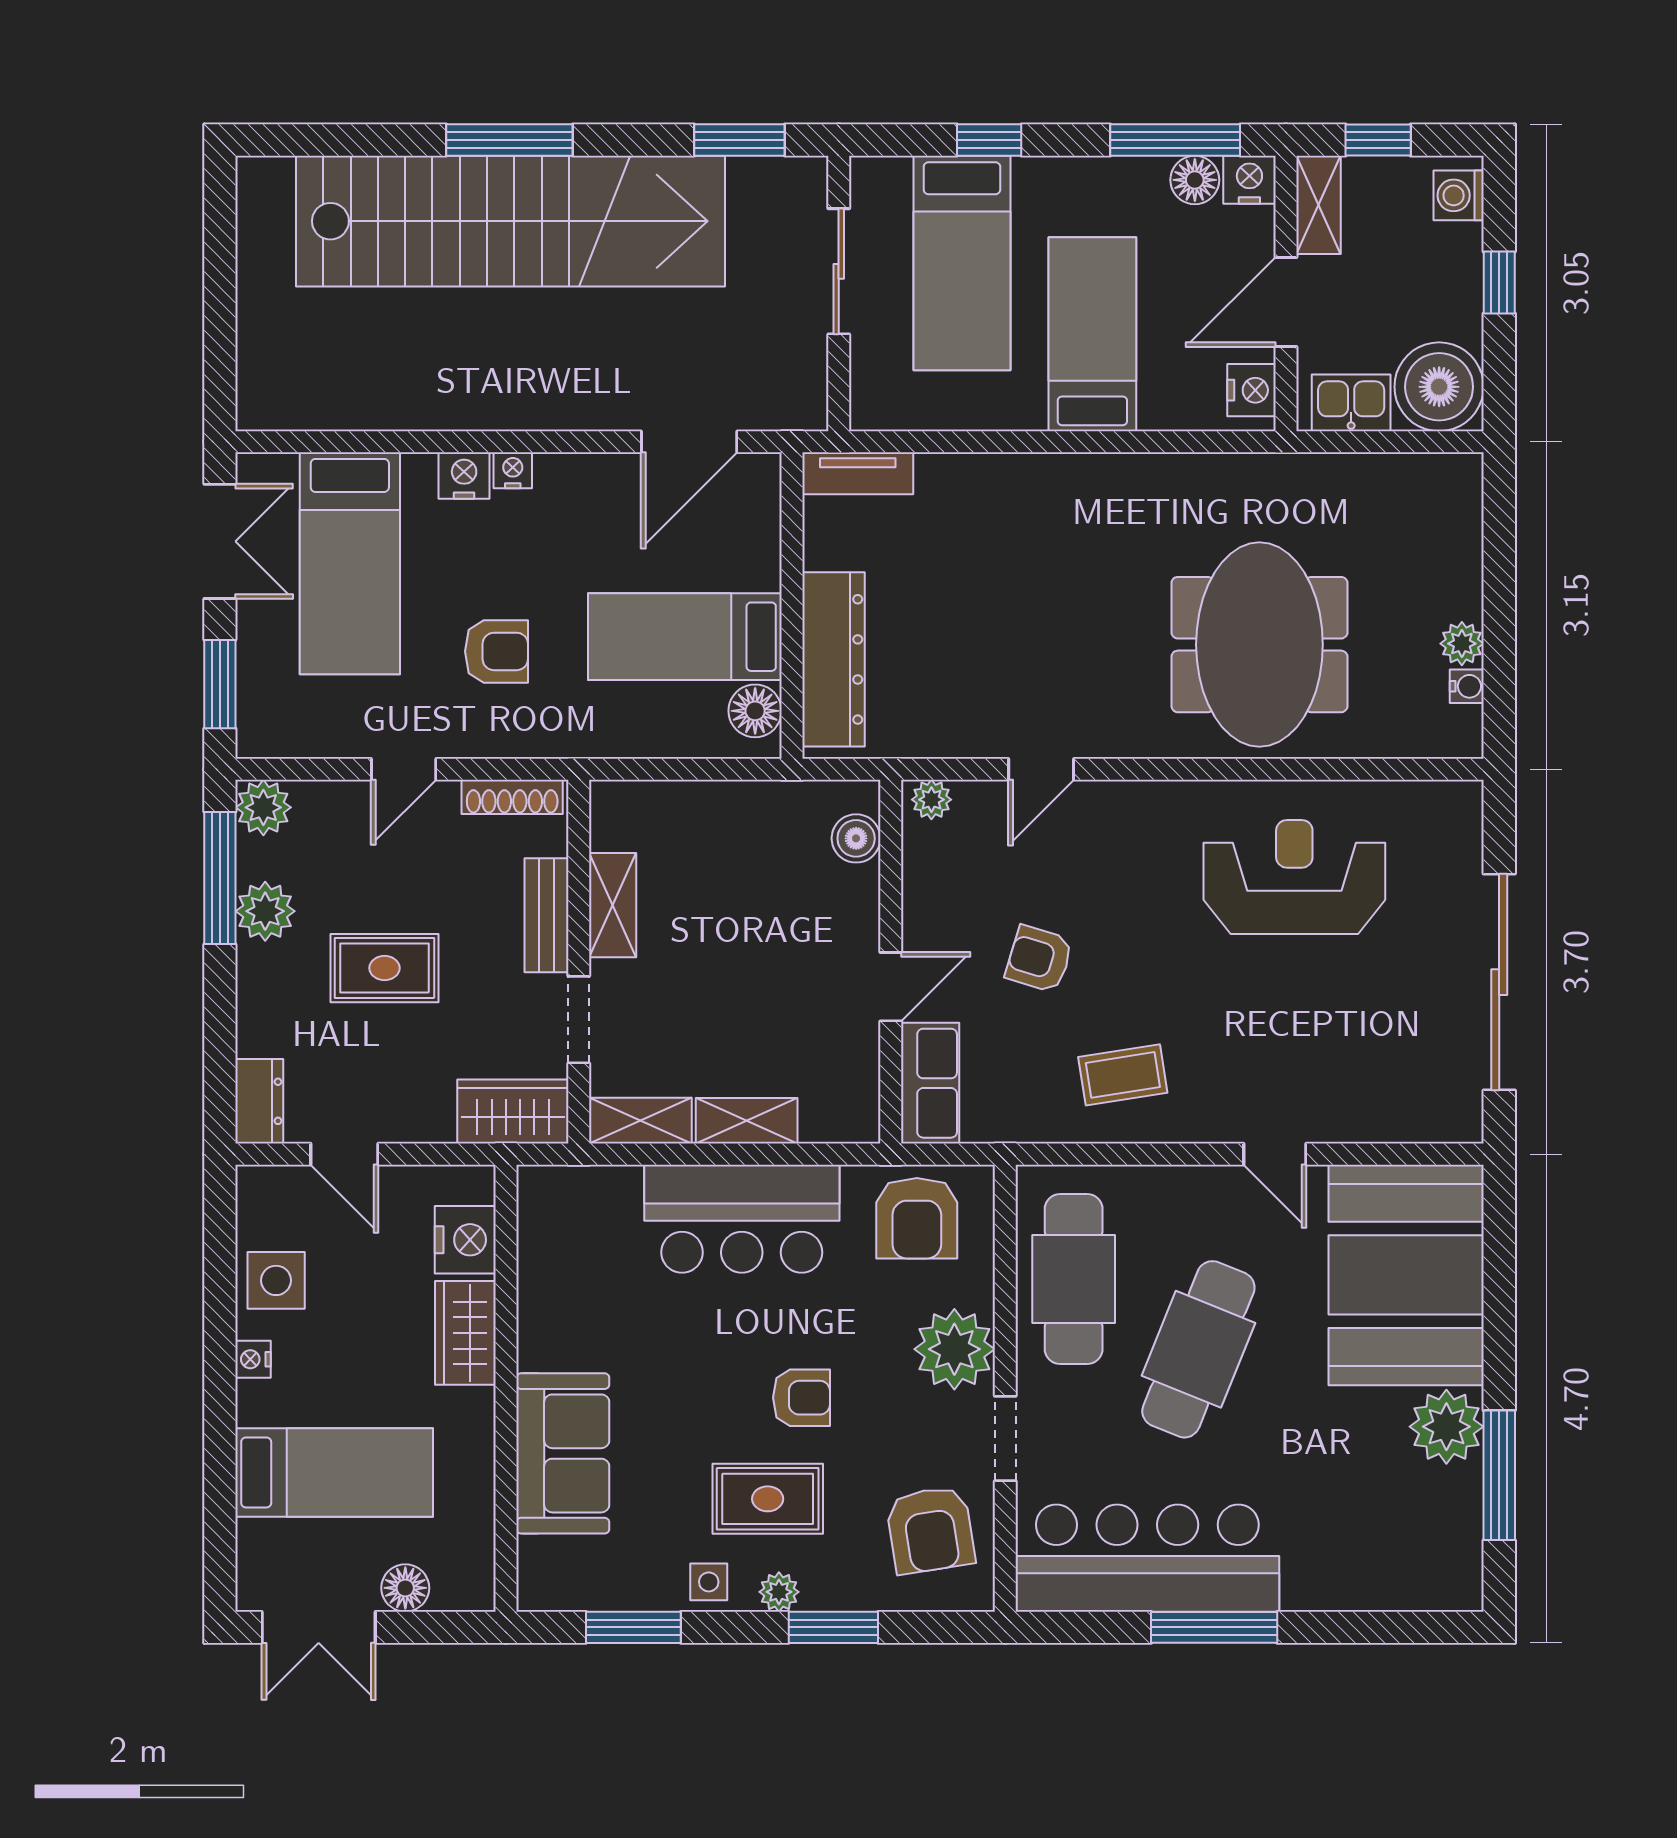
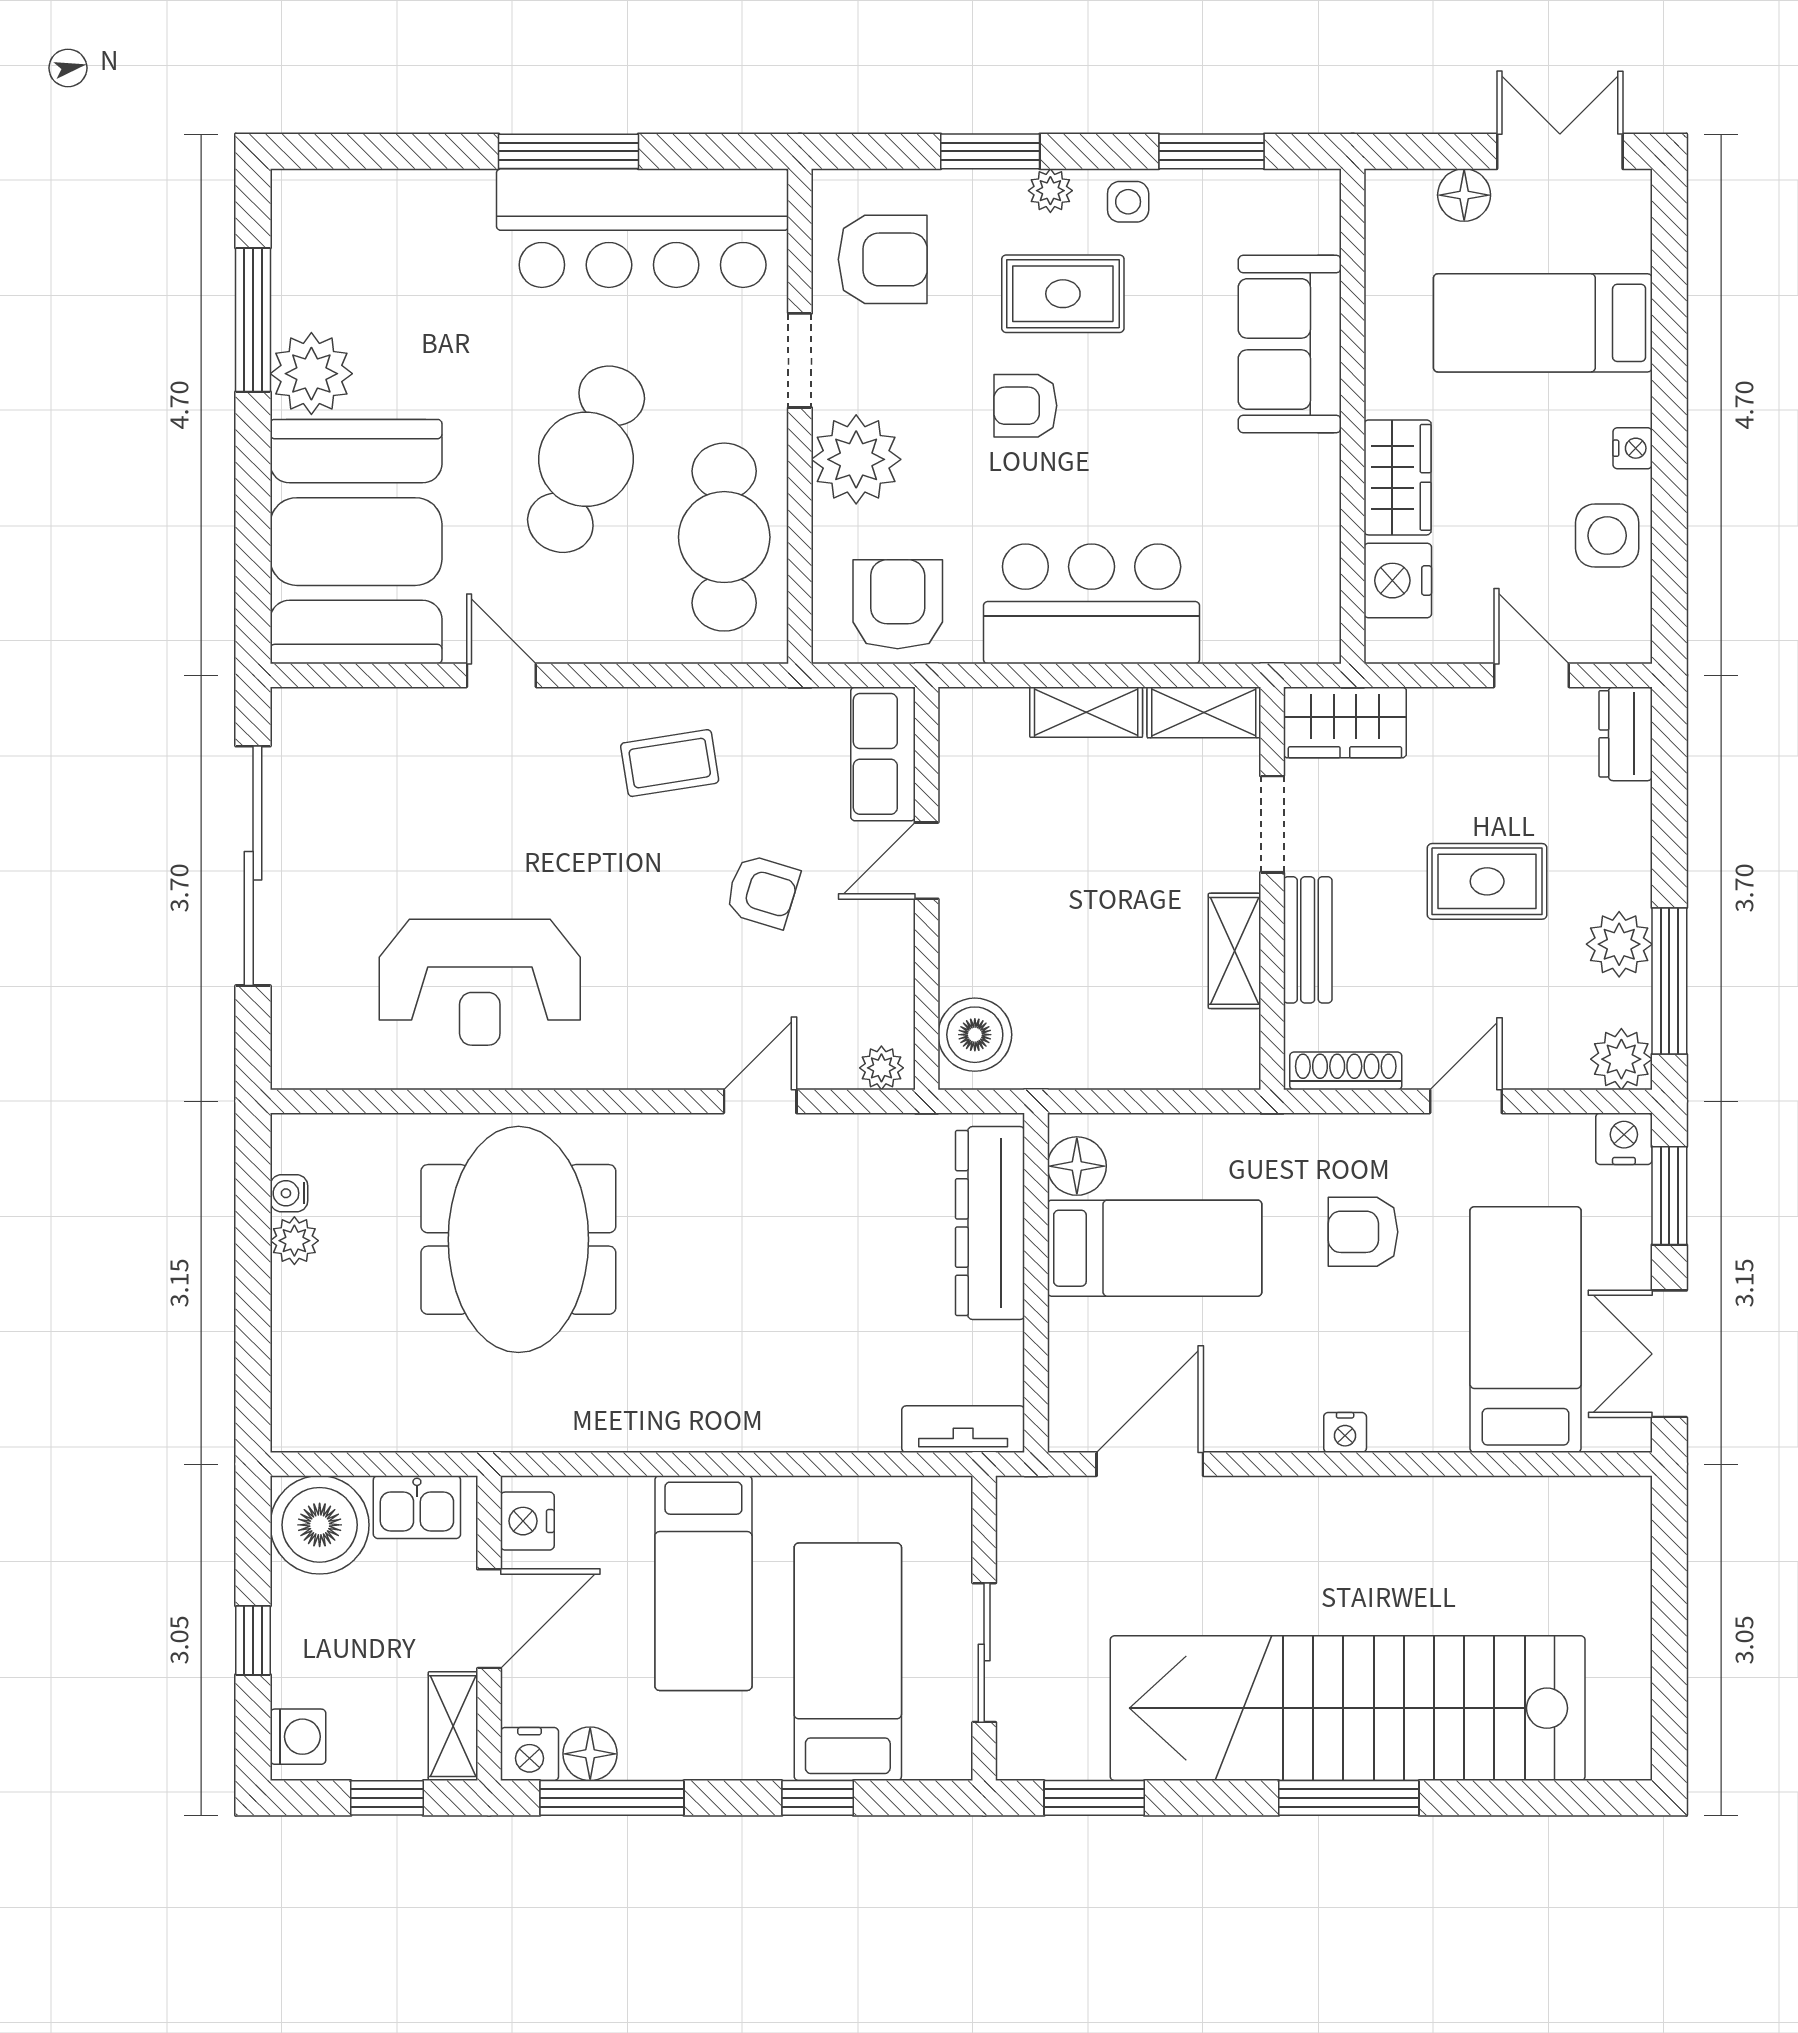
nightstand: (464, 475) -> (1624, 1139), moved, turned 180
boiler: (856, 838) -> (975, 1035), width x1.36, depth x1.36
armchair: (930, 1530) -> (883, 259), turned 99

